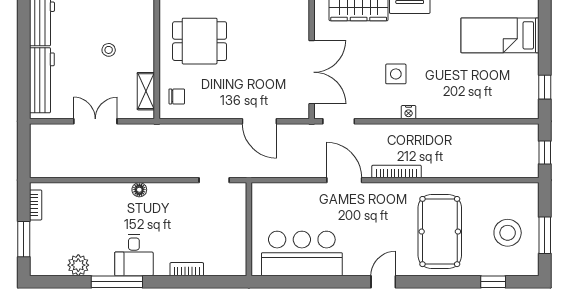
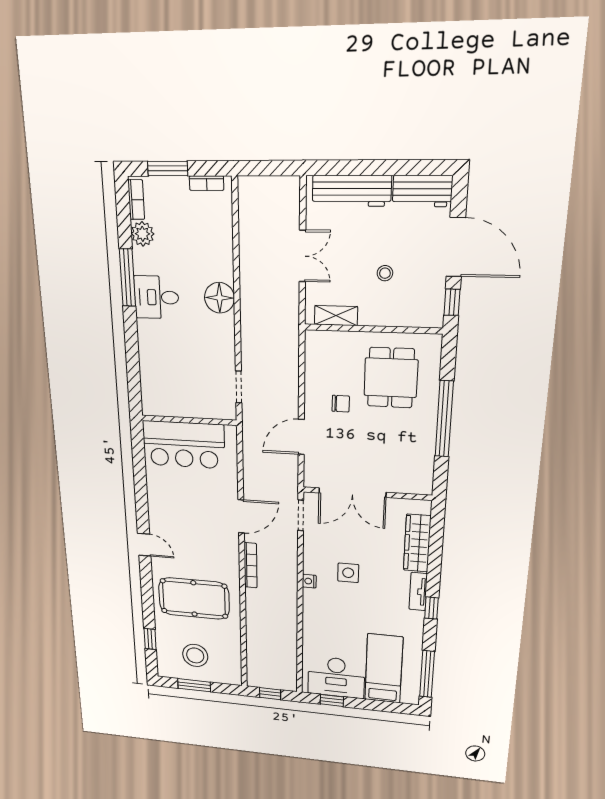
desk: (516, 83) -> (336, 677), added
chair: (177, 96) -> (341, 404), moved, turned -90
floor lamp: (139, 190) -> (219, 298), width x1.89, depth x1.89
bar counter: (302, 253) -> (184, 445), moved, turned 90
bookcase: (187, 269) -> (136, 200), moved

